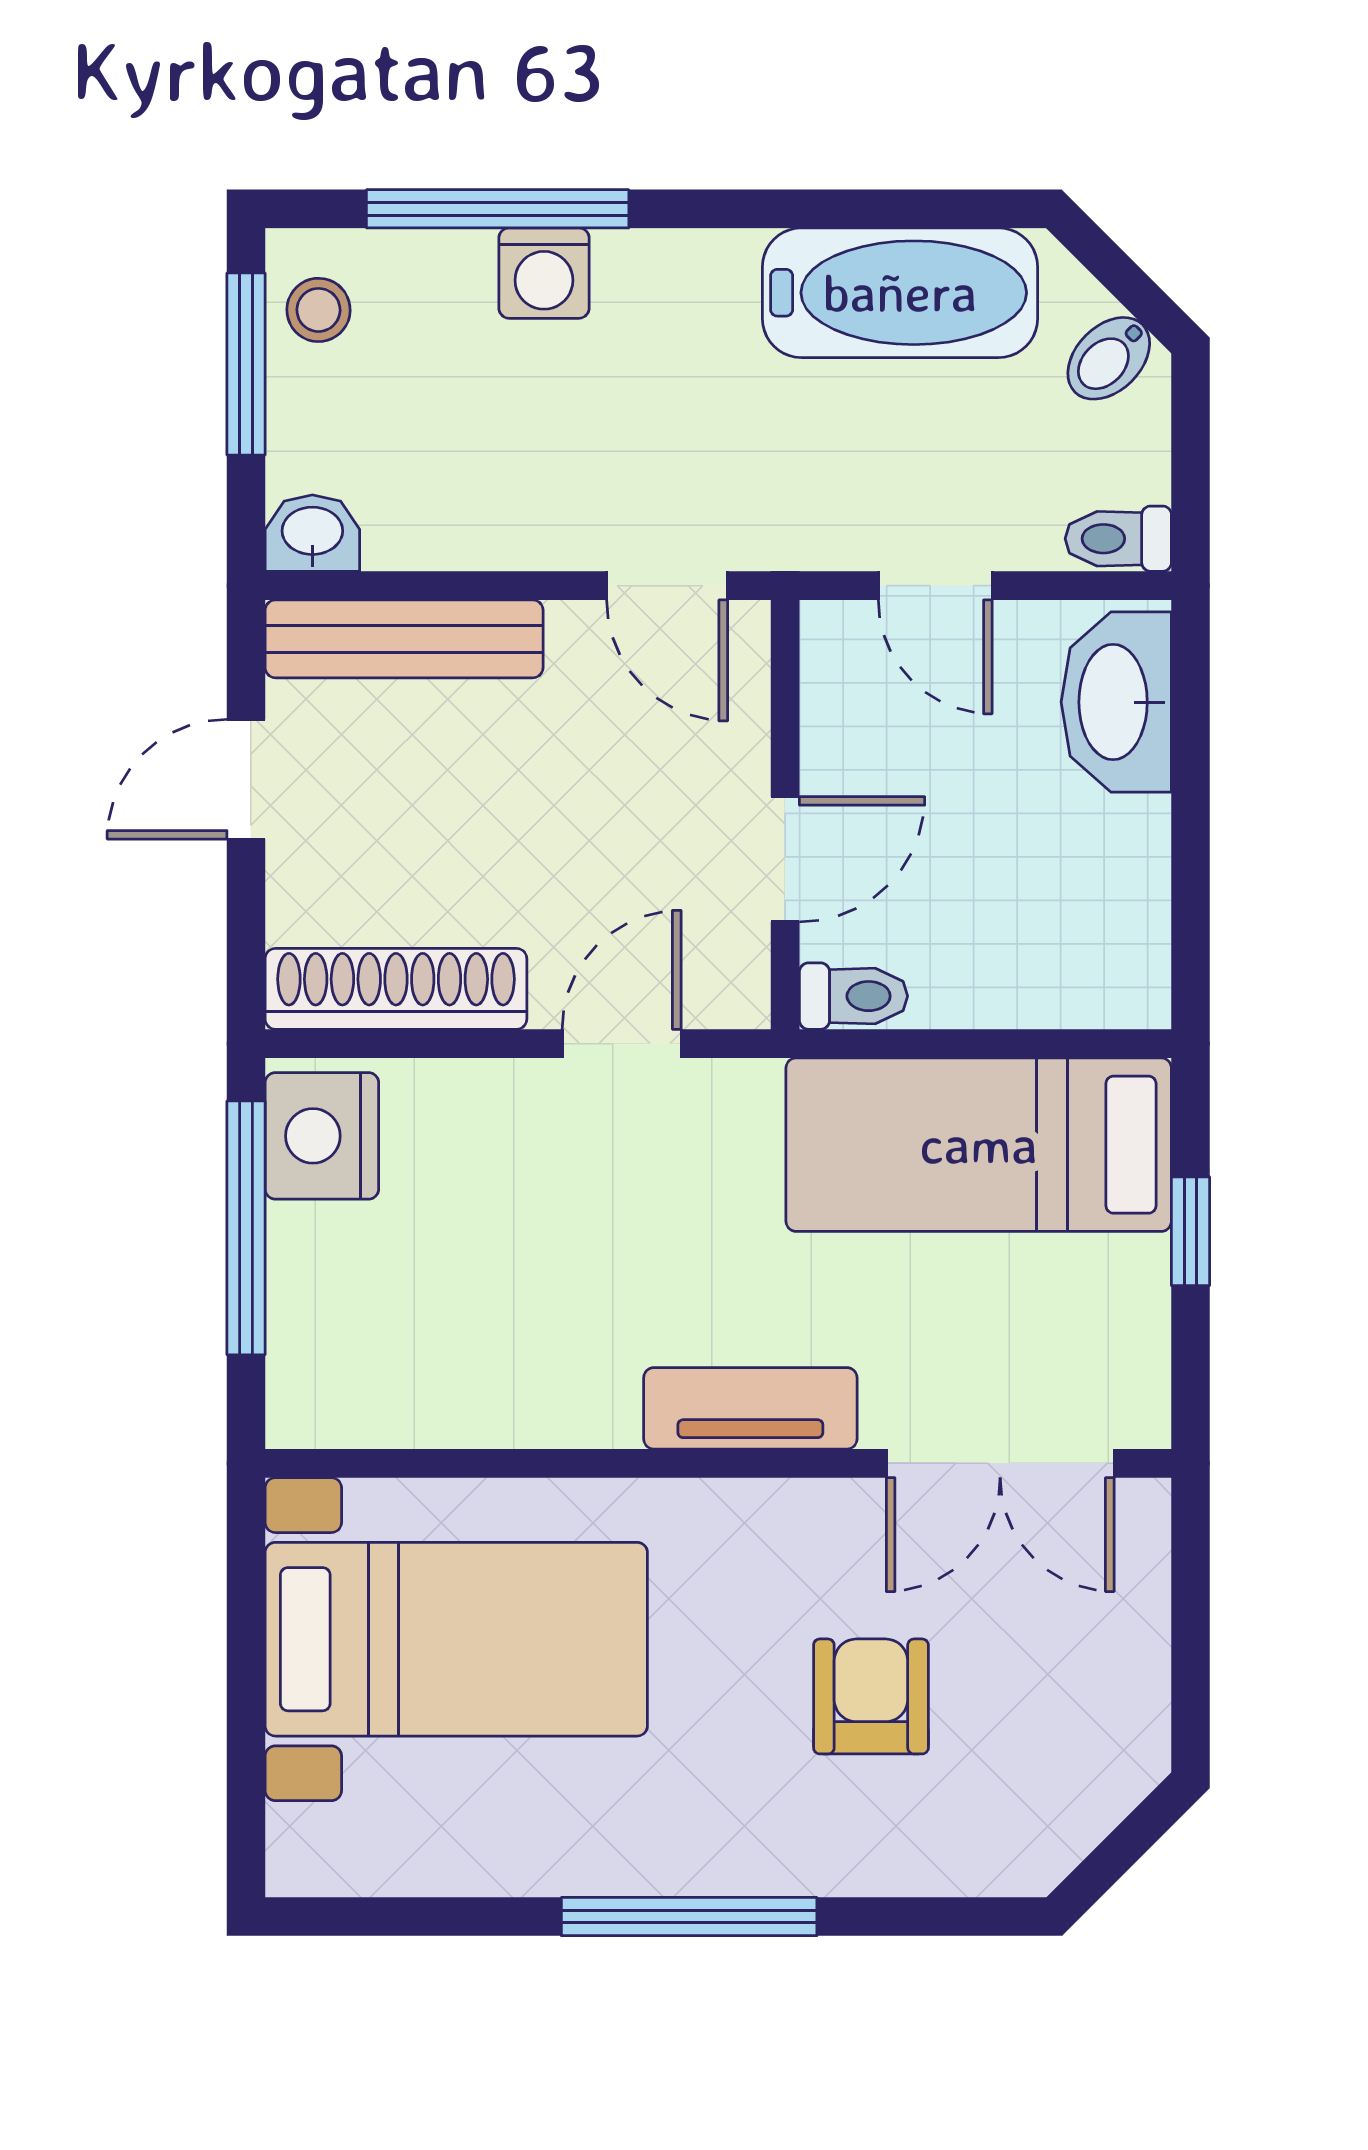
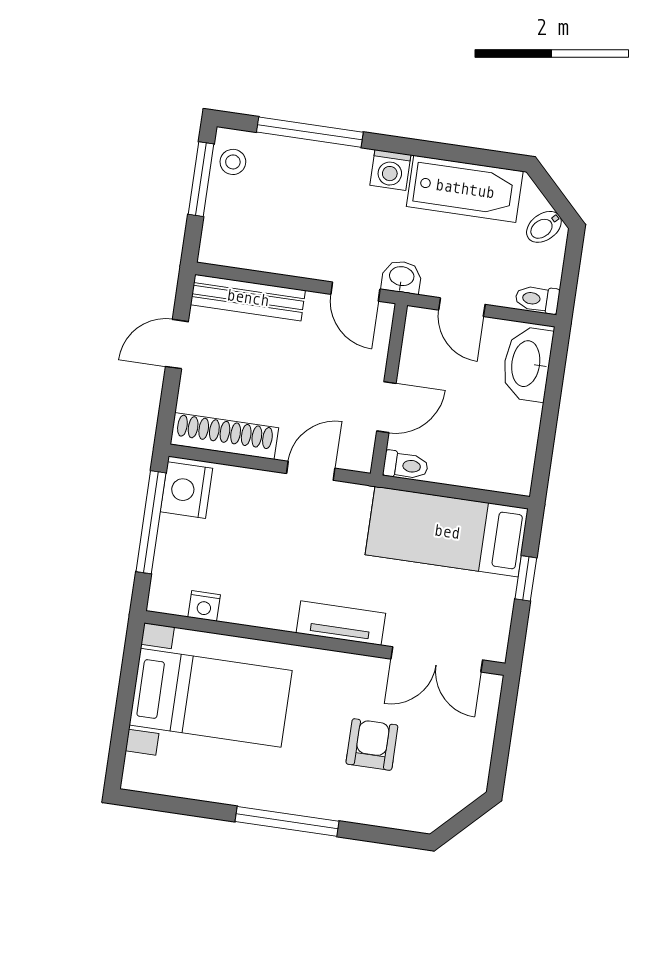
washing machine: (544, 273) -> (390, 170), moved
washbasin: (312, 533) -> (402, 277), moved
nightstand: (407, 1415) -> (204, 606), added

